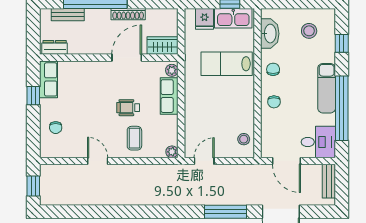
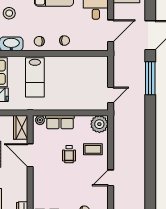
stool: (244, 139) -> (94, 64), removed
plant: (172, 152) -> (99, 124), width x1.87, depth x1.87
door: (204, 161) -> (111, 95), swing flipped

